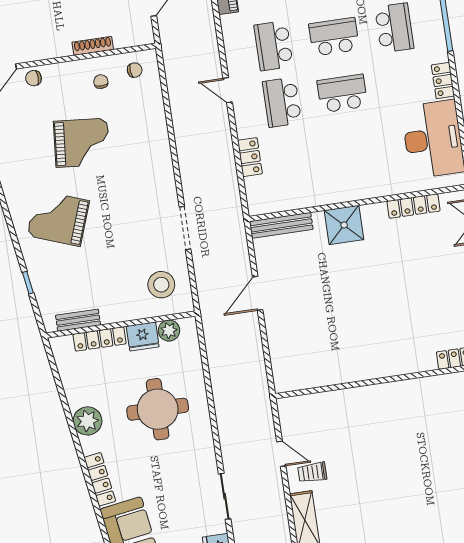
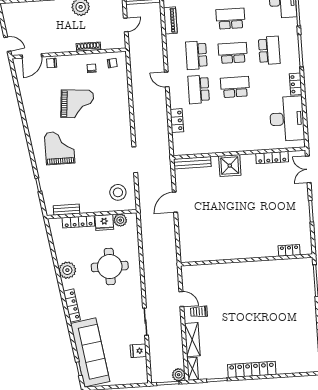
grand piano: (58, 218) -> (60, 148), turned 70

